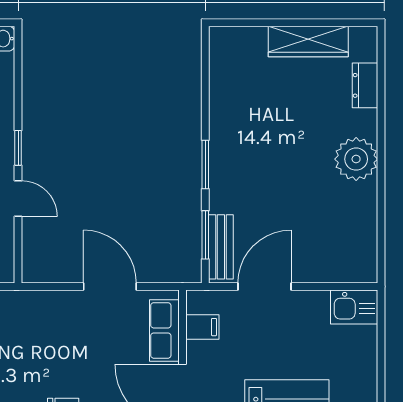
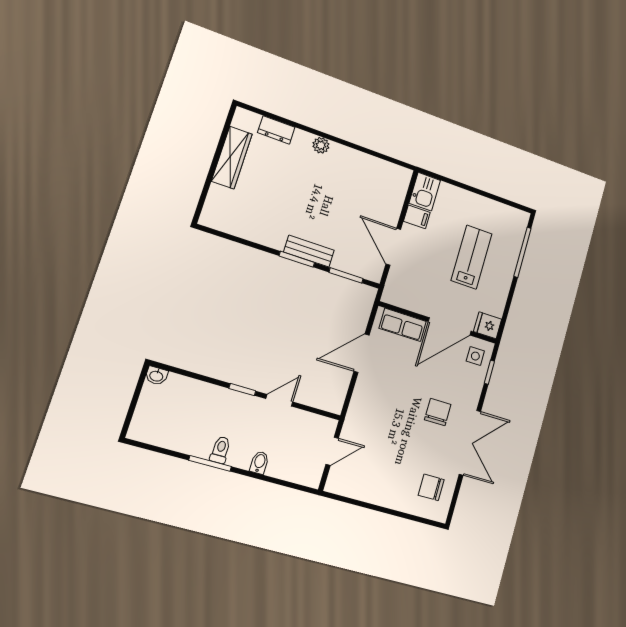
plant: (356, 159) -> (321, 145), width x0.53, depth x0.53
bench: (221, 247) -> (309, 251), moved
filing cabinet: (202, 327) -> (417, 217), moved, turned 90

